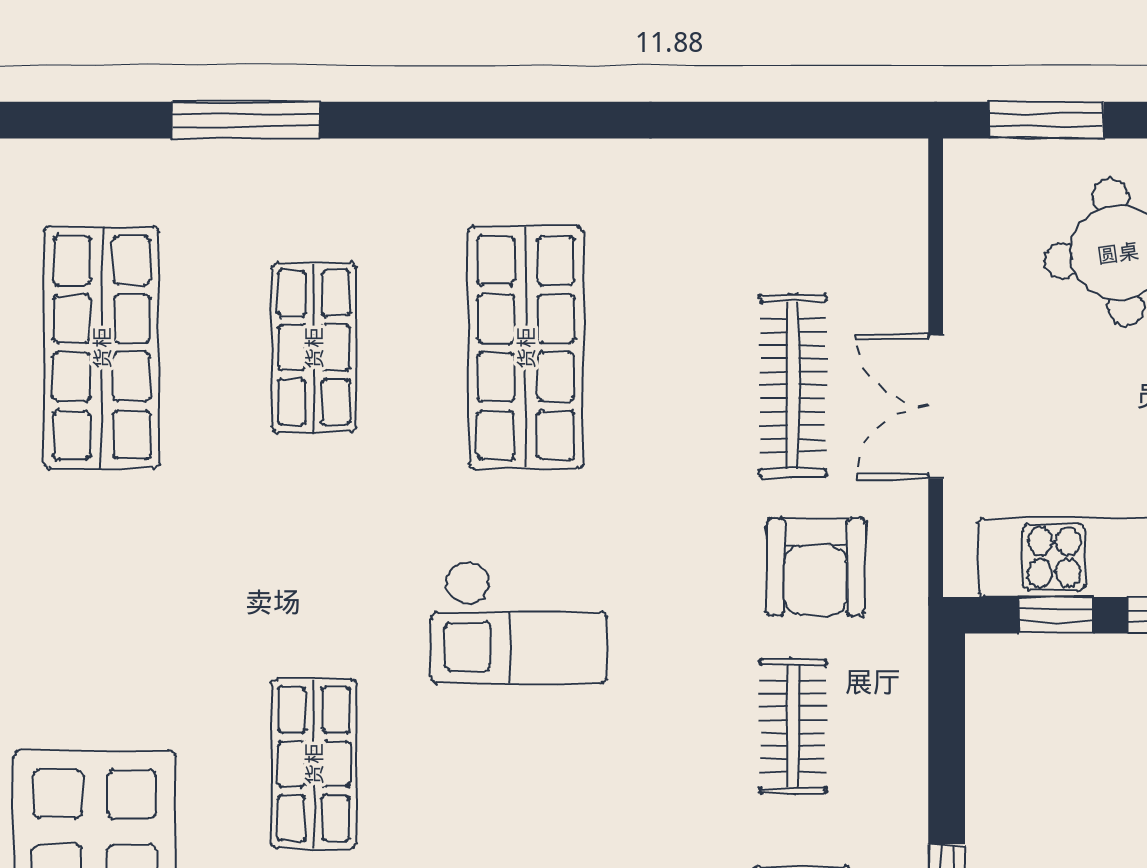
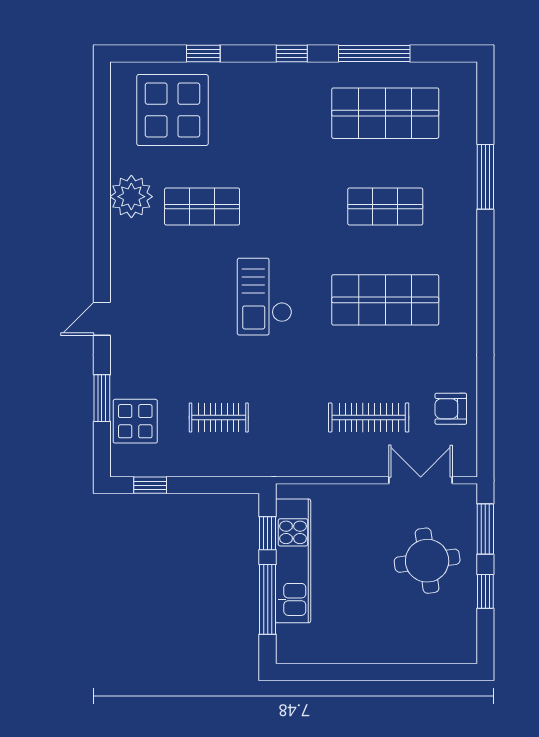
double door: (936, 406) -> (421, 480), moved
armchair: (816, 567) -> (451, 409), moved, width x0.72, depth x0.72

